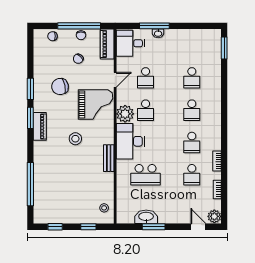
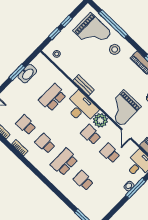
school desk: (192, 110) -> (64, 162), width x1.85
stool: (75, 139) -> (115, 49), moved
grand piano: (55, 196) -> (92, 32), added
window: (55, 227) -> (67, 21), moved

